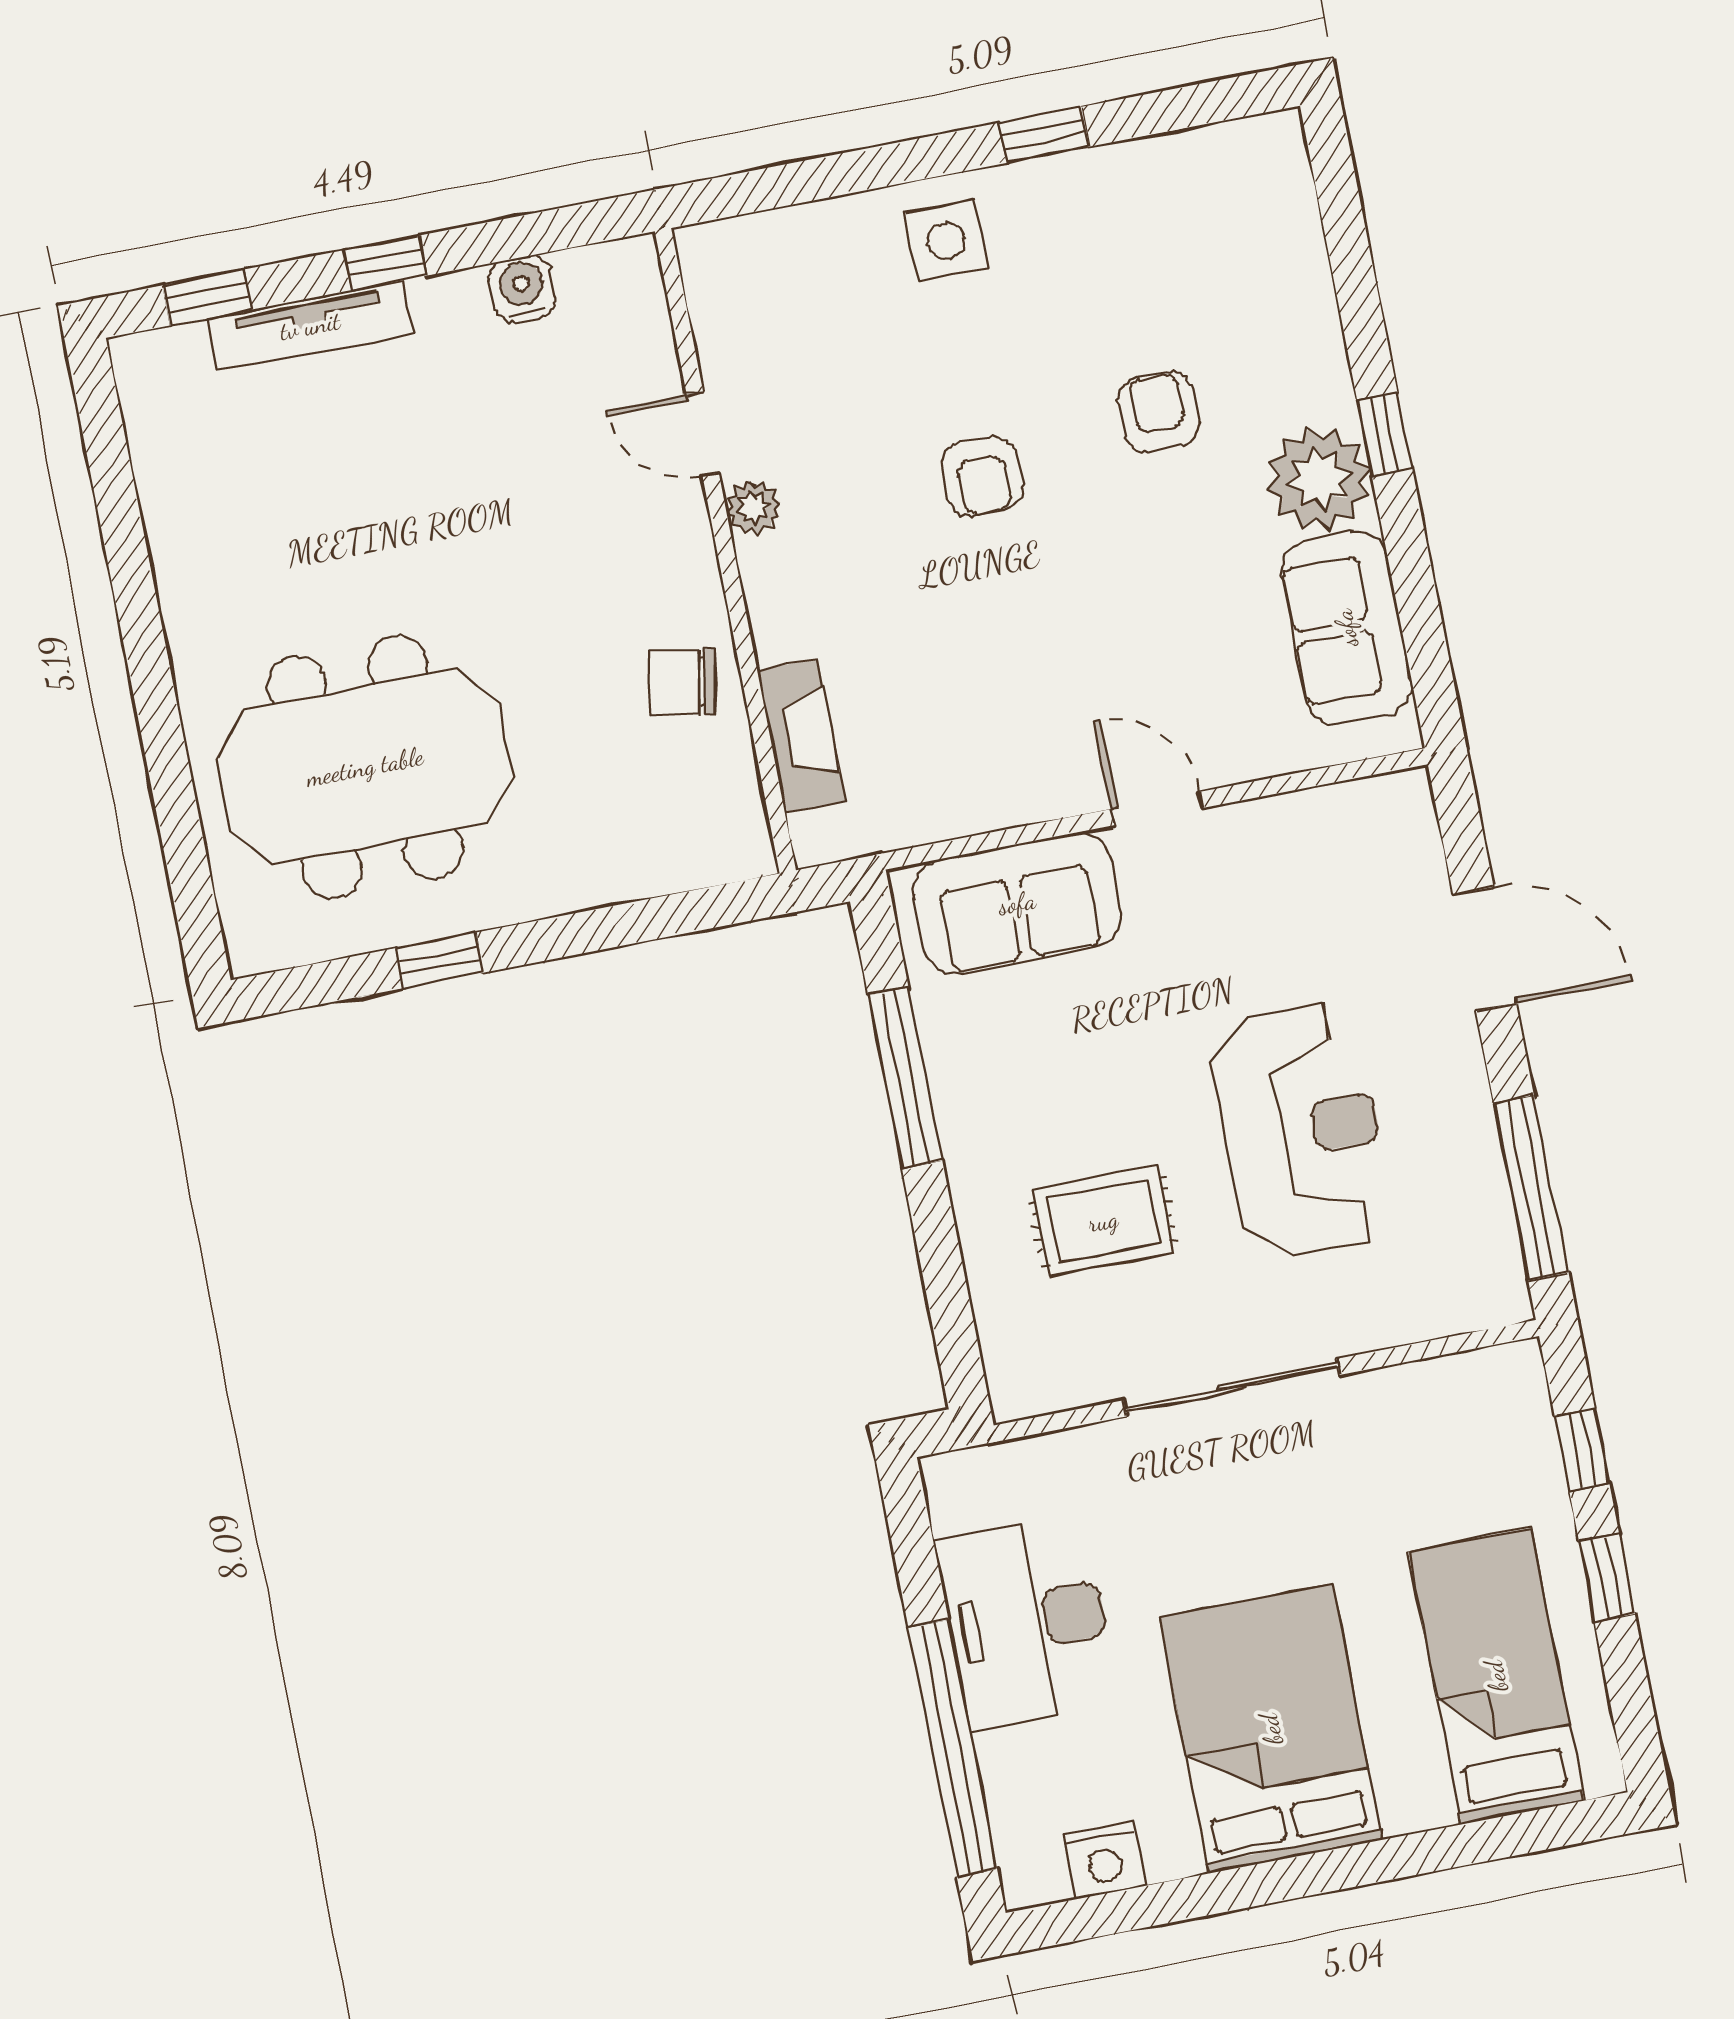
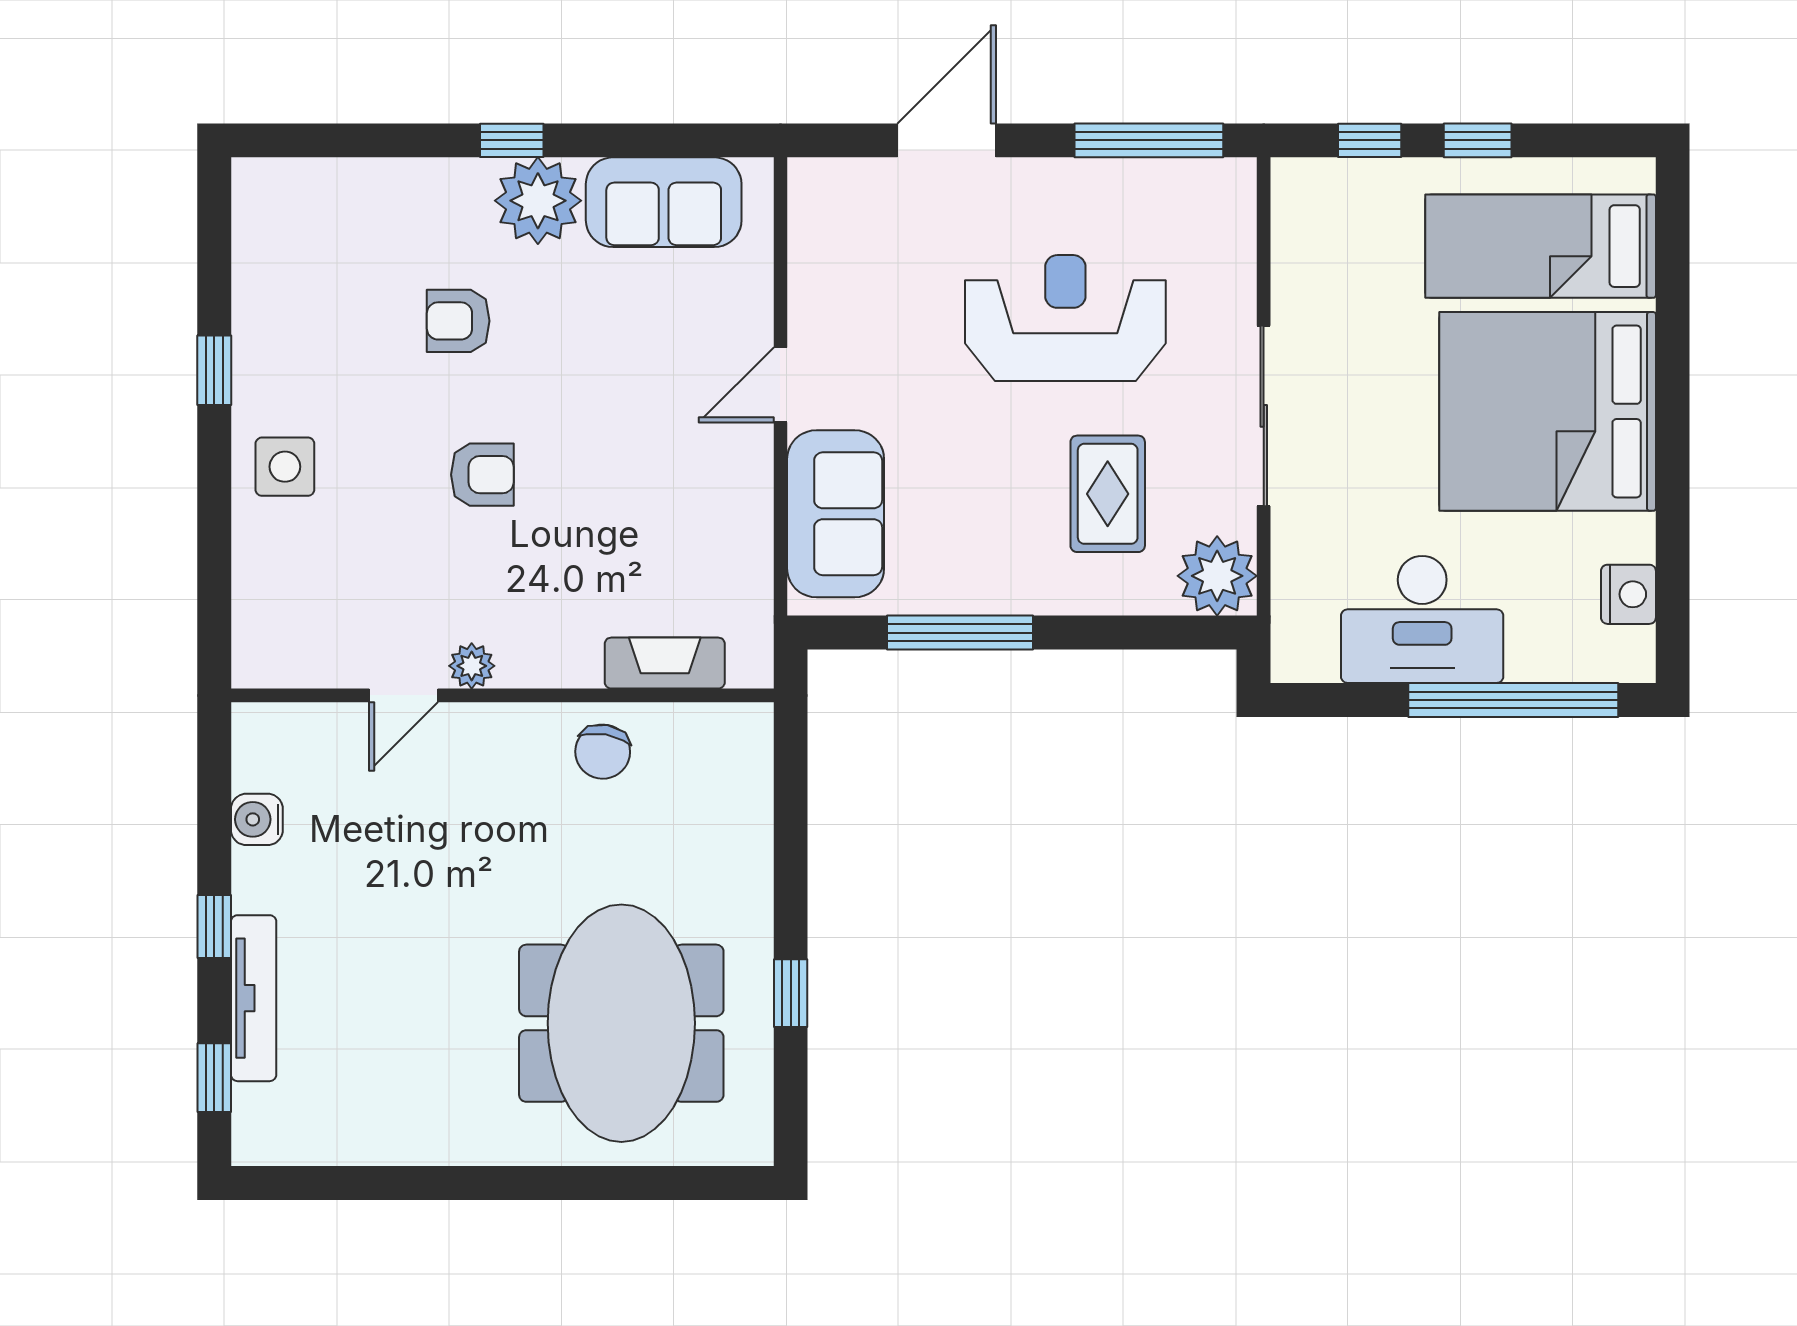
plant: (1031, 1369) -> (1217, 576), added
bed: (1271, 1729) -> (1548, 411), width x1.36

